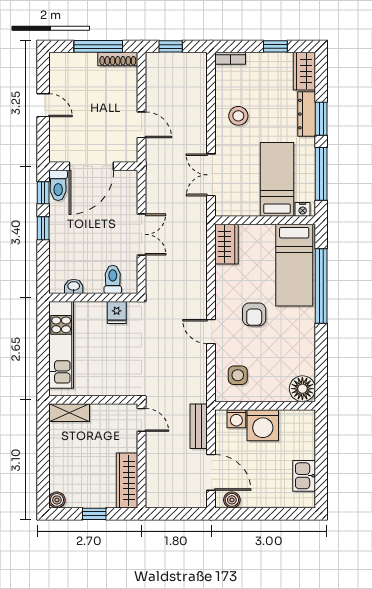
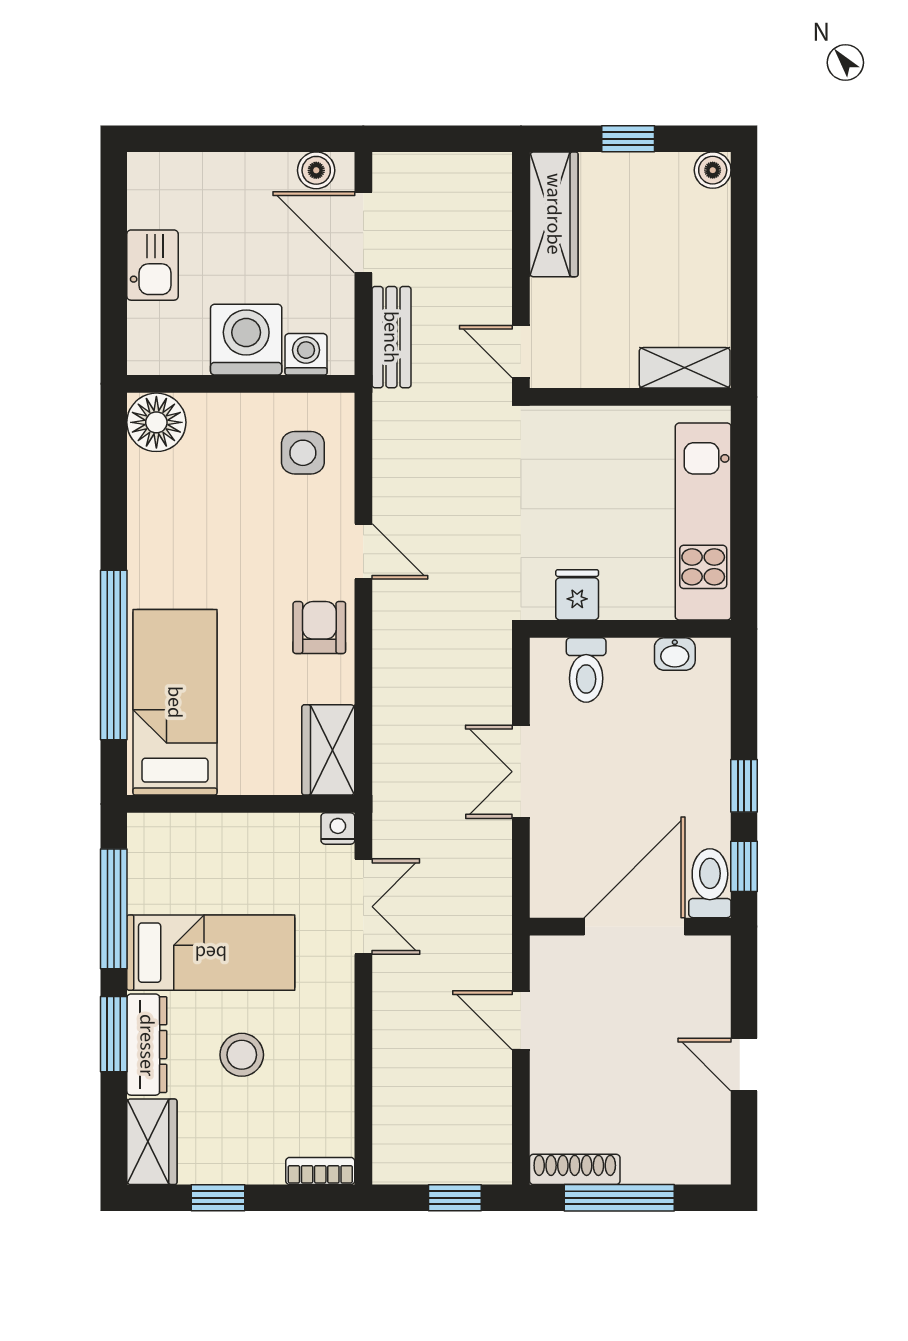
stool: (238, 116) -> (242, 1055), moved
bed: (277, 179) -> (211, 953), moved, turned -90
nightstand: (303, 209) -> (338, 829), moved
armchair: (254, 314) -> (319, 628), moved
kitchen sink: (304, 476) -> (152, 265), moved

